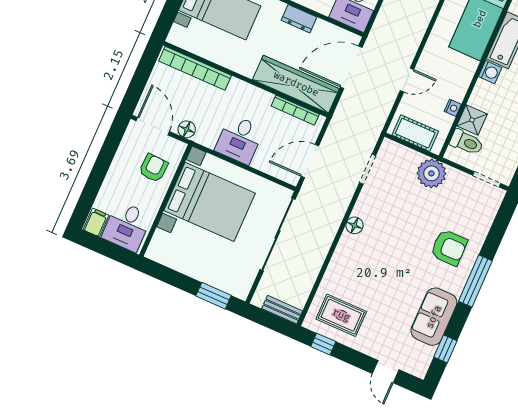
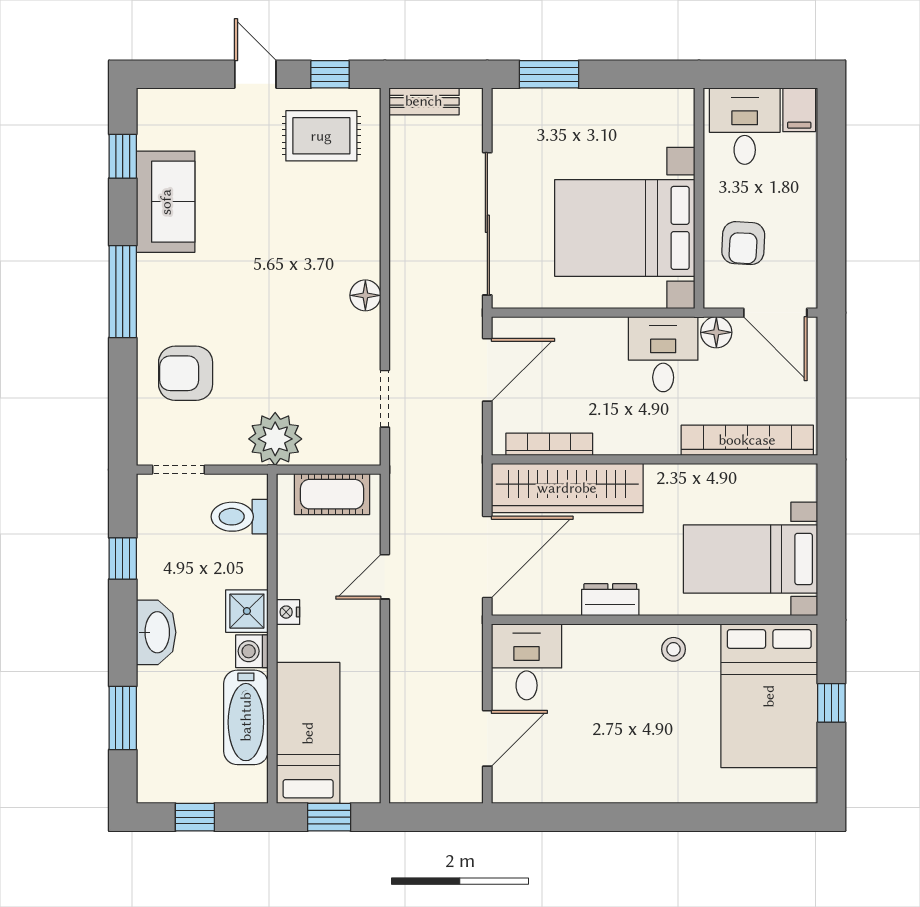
nightstand: (453, 108) -> (288, 612), moved
shower: (472, 120) -> (247, 611), moved
desk: (239, 139) -> (663, 354), moved
armchair: (449, 248) -> (186, 373), moved
door: (386, 372) -> (255, 74), moved

